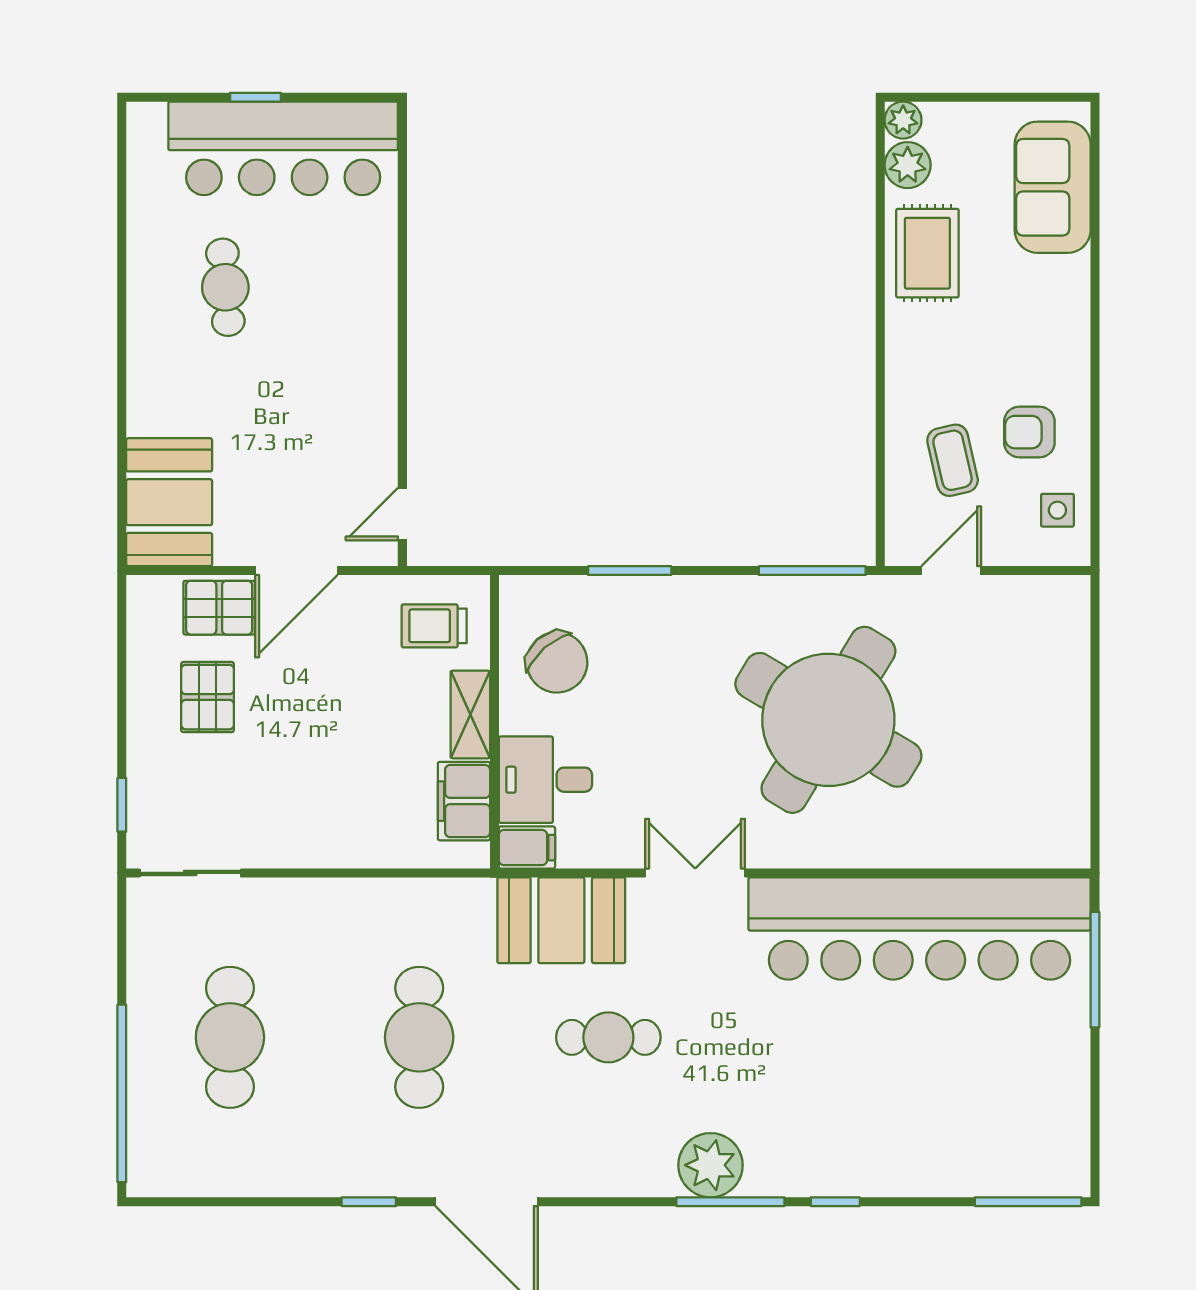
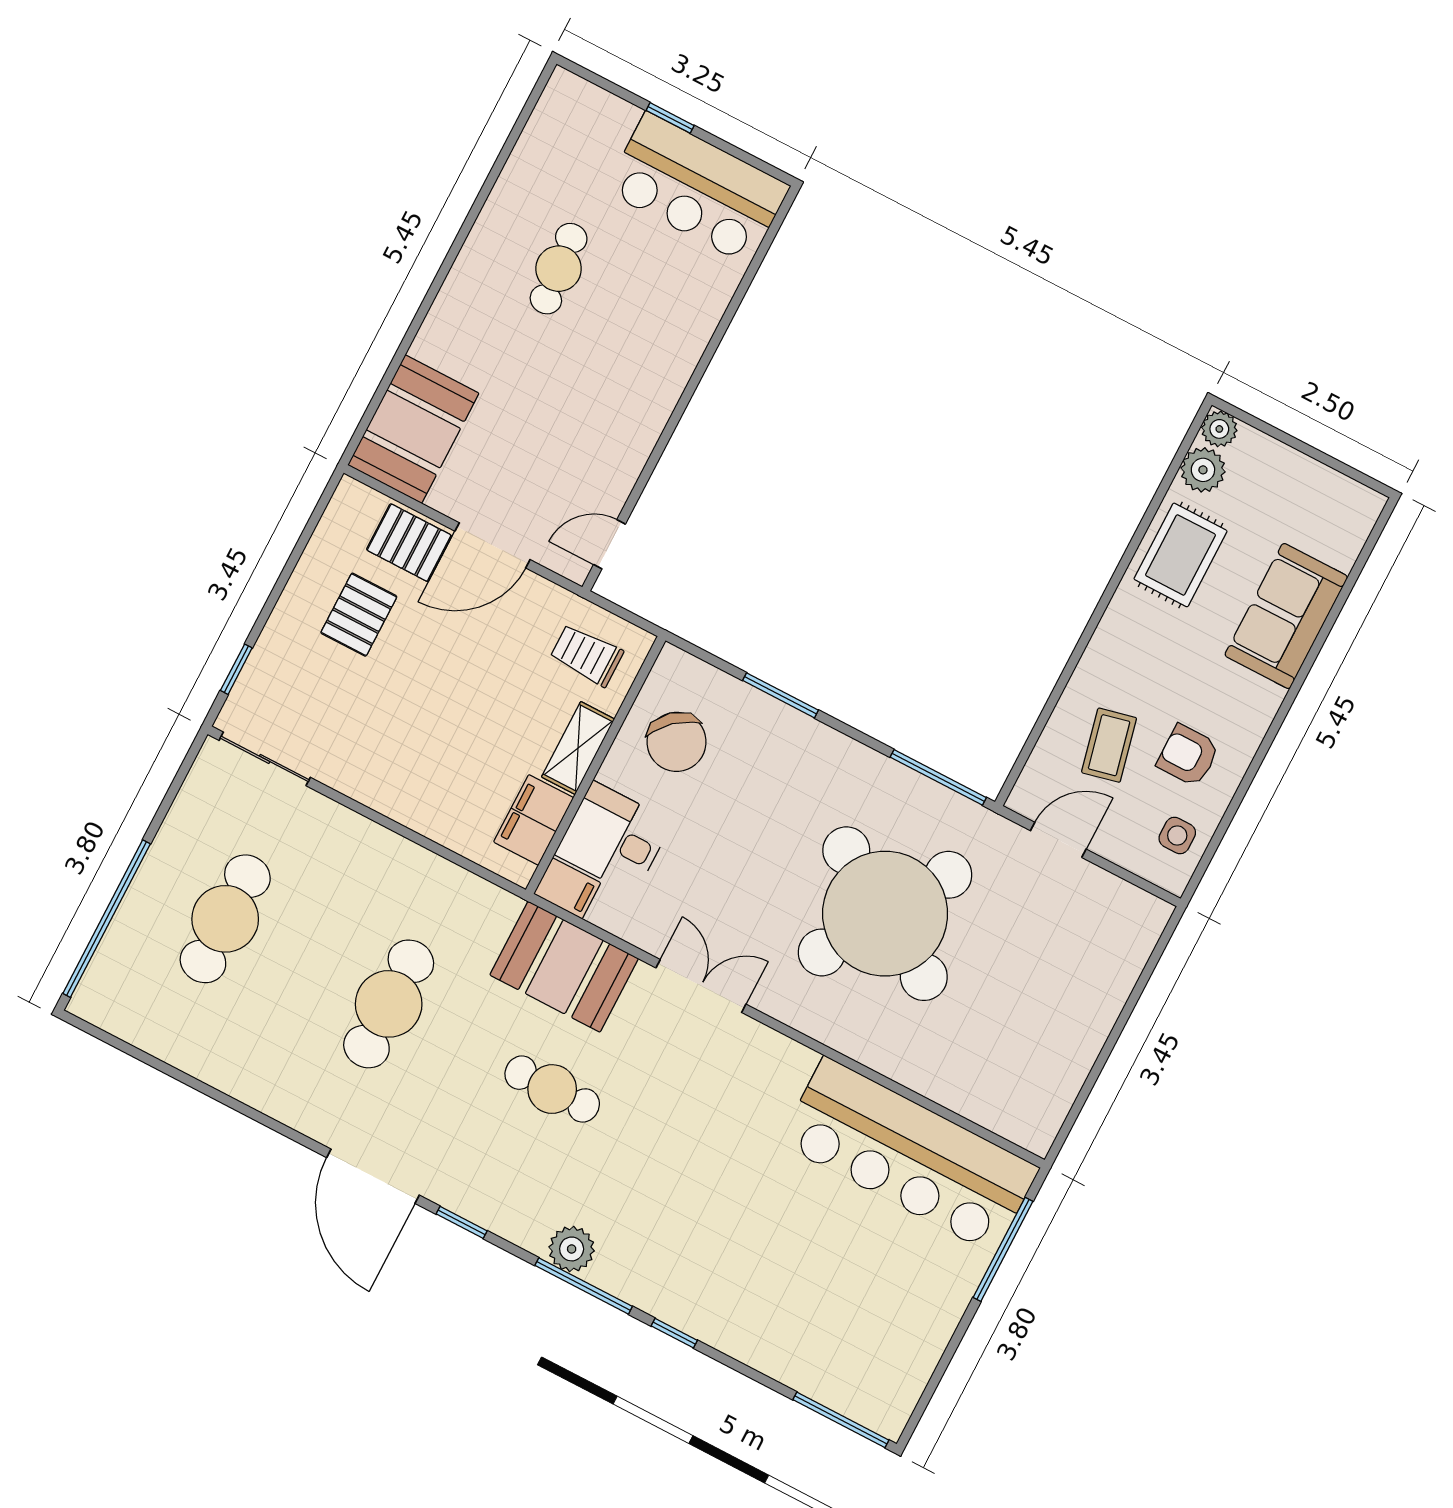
bar counter: (283, 148) -> (697, 188), width x0.73
sofa: (1053, 187) -> (1286, 616), moved
bar counter: (919, 929) -> (909, 1155), width x0.73
plant: (711, 1165) -> (572, 1249), width x0.73, depth x0.73
window: (369, 1202) -> (462, 1222), moved

